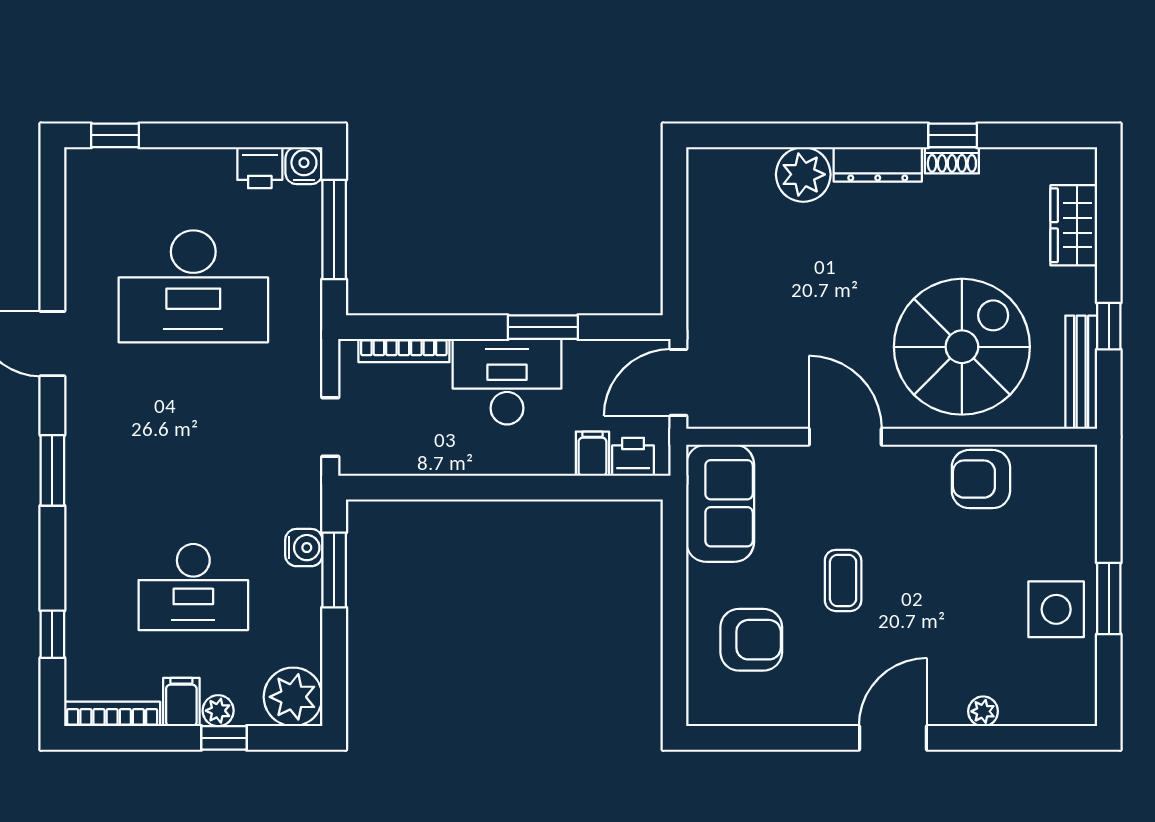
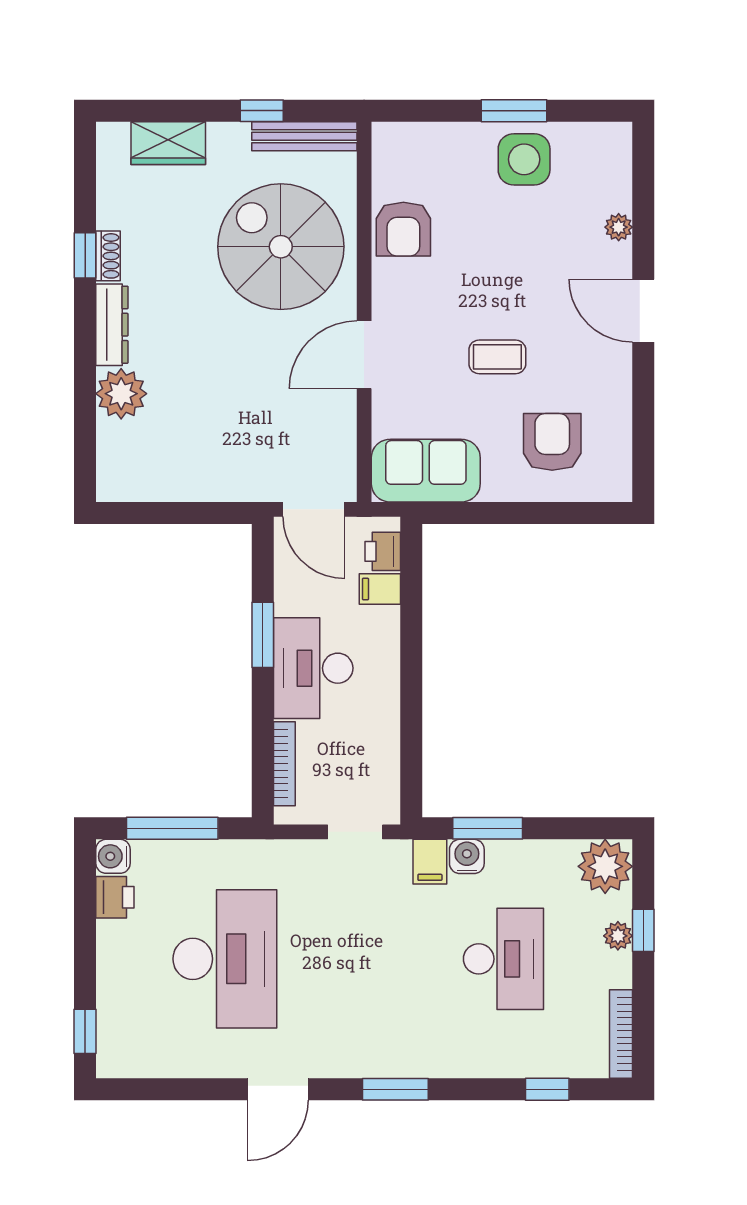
filing cabinet: (181, 702) -> (430, 862), moved, turned -90

